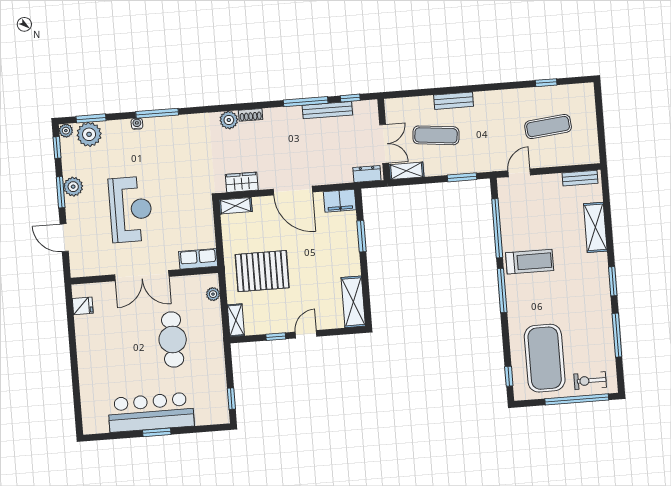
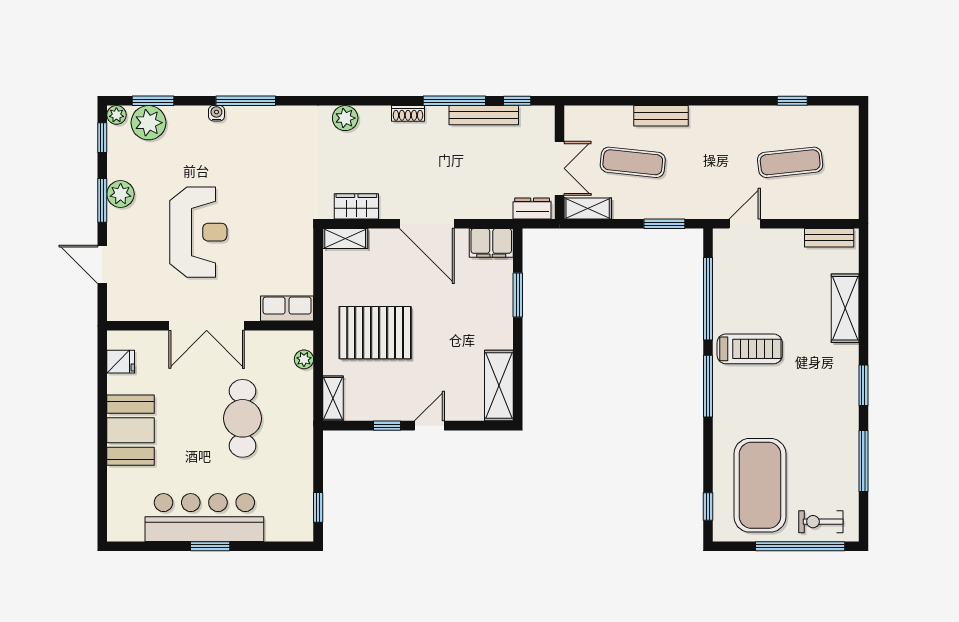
shoe rack: (251, 115) -> (408, 113), moved
booth: (94, 354) -> (131, 430), added

